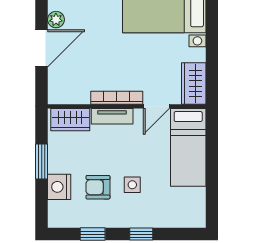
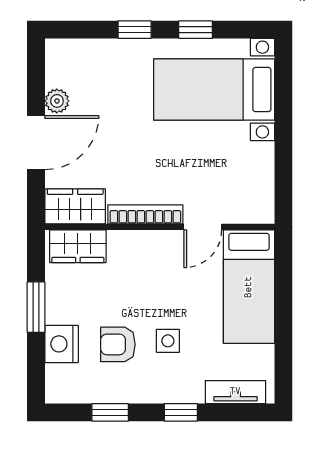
wardrobe: (194, 83) -> (75, 206), moved, turned 90
tv unit: (112, 116) -> (235, 392), moved, turned 180

